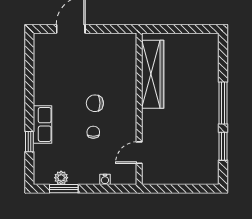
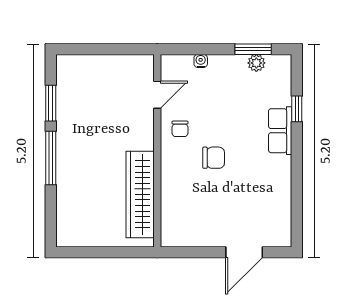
chair: (93, 132) -> (180, 129), moved

